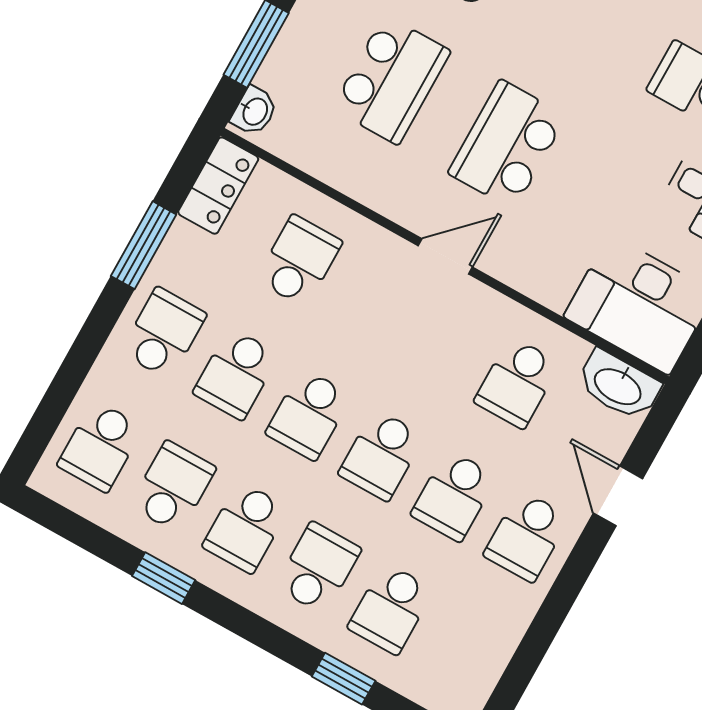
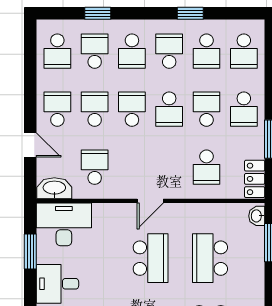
school desk: (309, 414) -> (169, 109), turned 180
school desk: (100, 446) -> (244, 51), turned 180
school desk: (463, 649) -> (57, 51), added

